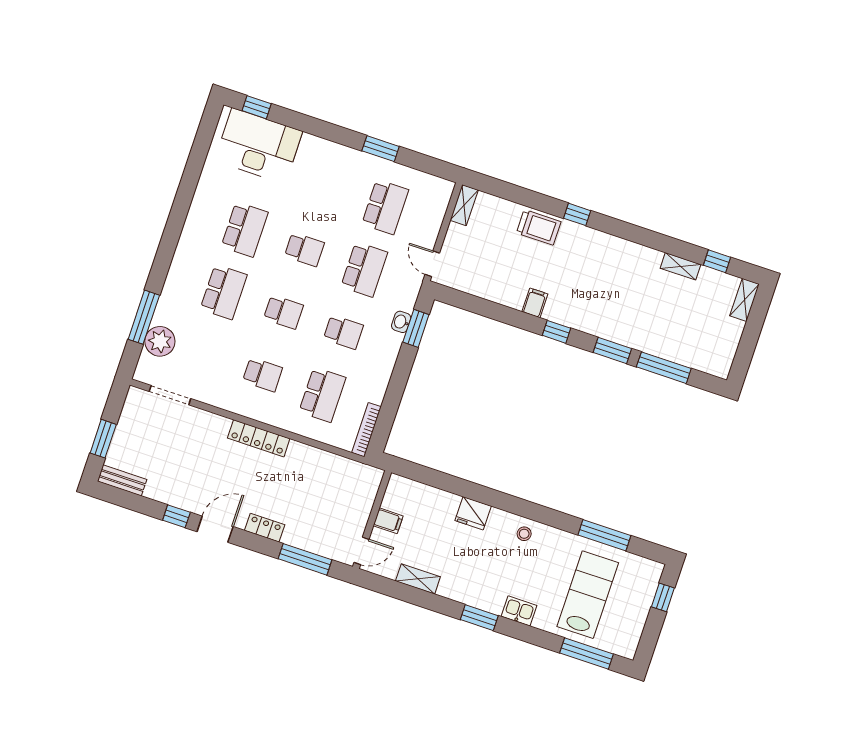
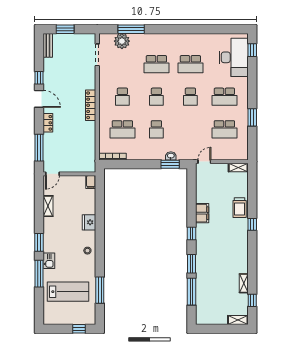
school desk: (364, 270) -> (224, 97), moved
filing cabinet: (535, 303) -> (202, 213), width x2.00
filing cabinet: (388, 521) -> (91, 182), moved
door: (361, 551) -> (52, 174), hinge flipped
window: (586, 653) -> (39, 274), moved

